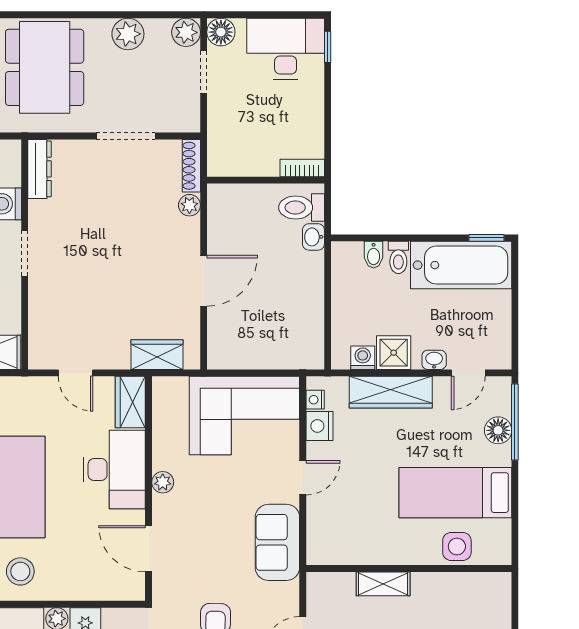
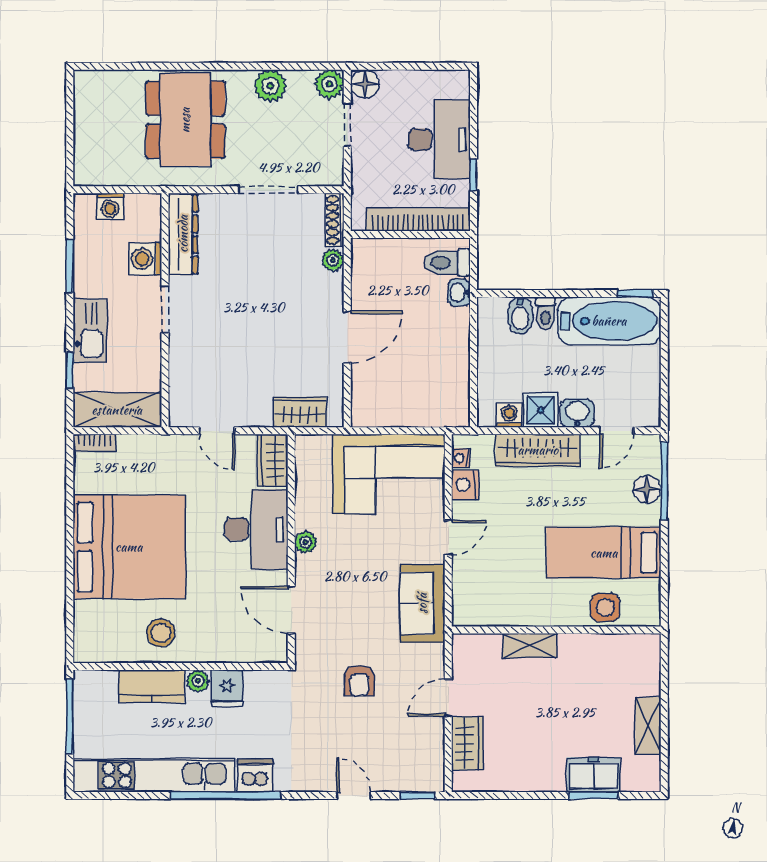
window: (328, 47) -> (474, 175), moved
desk: (286, 49) -> (439, 140), moved, turned 90
bookcase: (302, 168) -> (418, 219), width x2.31, depth x1.31
dresser: (39, 169) -> (183, 234), width x1.37, depth x1.24
bidet: (374, 255) -> (520, 315), width x1.38, depth x1.36
washbasin: (434, 360) -> (577, 413), width x1.38, depth x1.45

